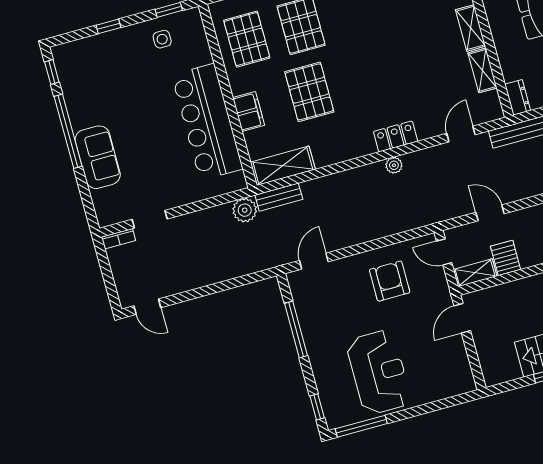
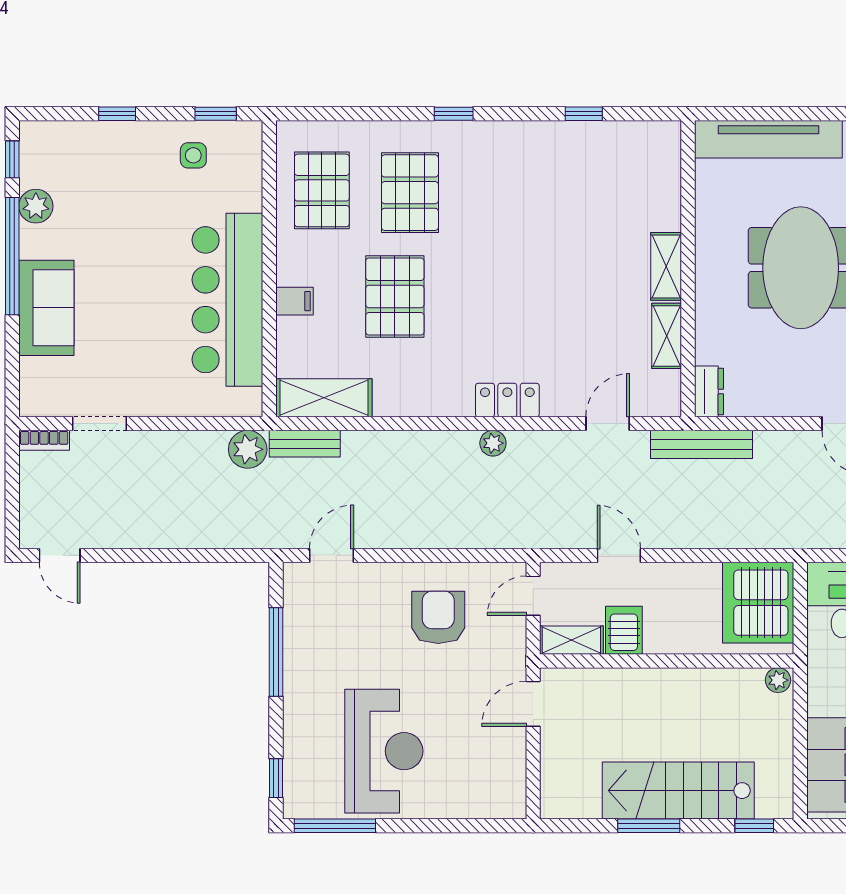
plant: (74, 97) -> (36, 206), added
filing cabinet: (249, 111) -> (295, 301), width x0.50
door: (444, 252) -> (533, 596), hinge flipped

